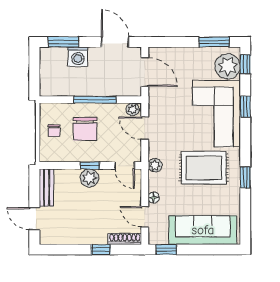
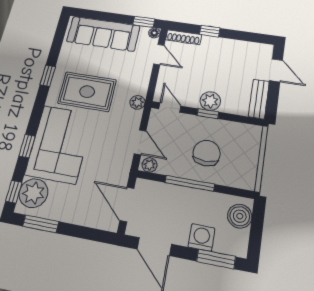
boiler: (49, 80) -> (240, 216), added
chair: (54, 131) -> (242, 157), removed
floor lamp: (154, 197) -> (154, 33), moved

